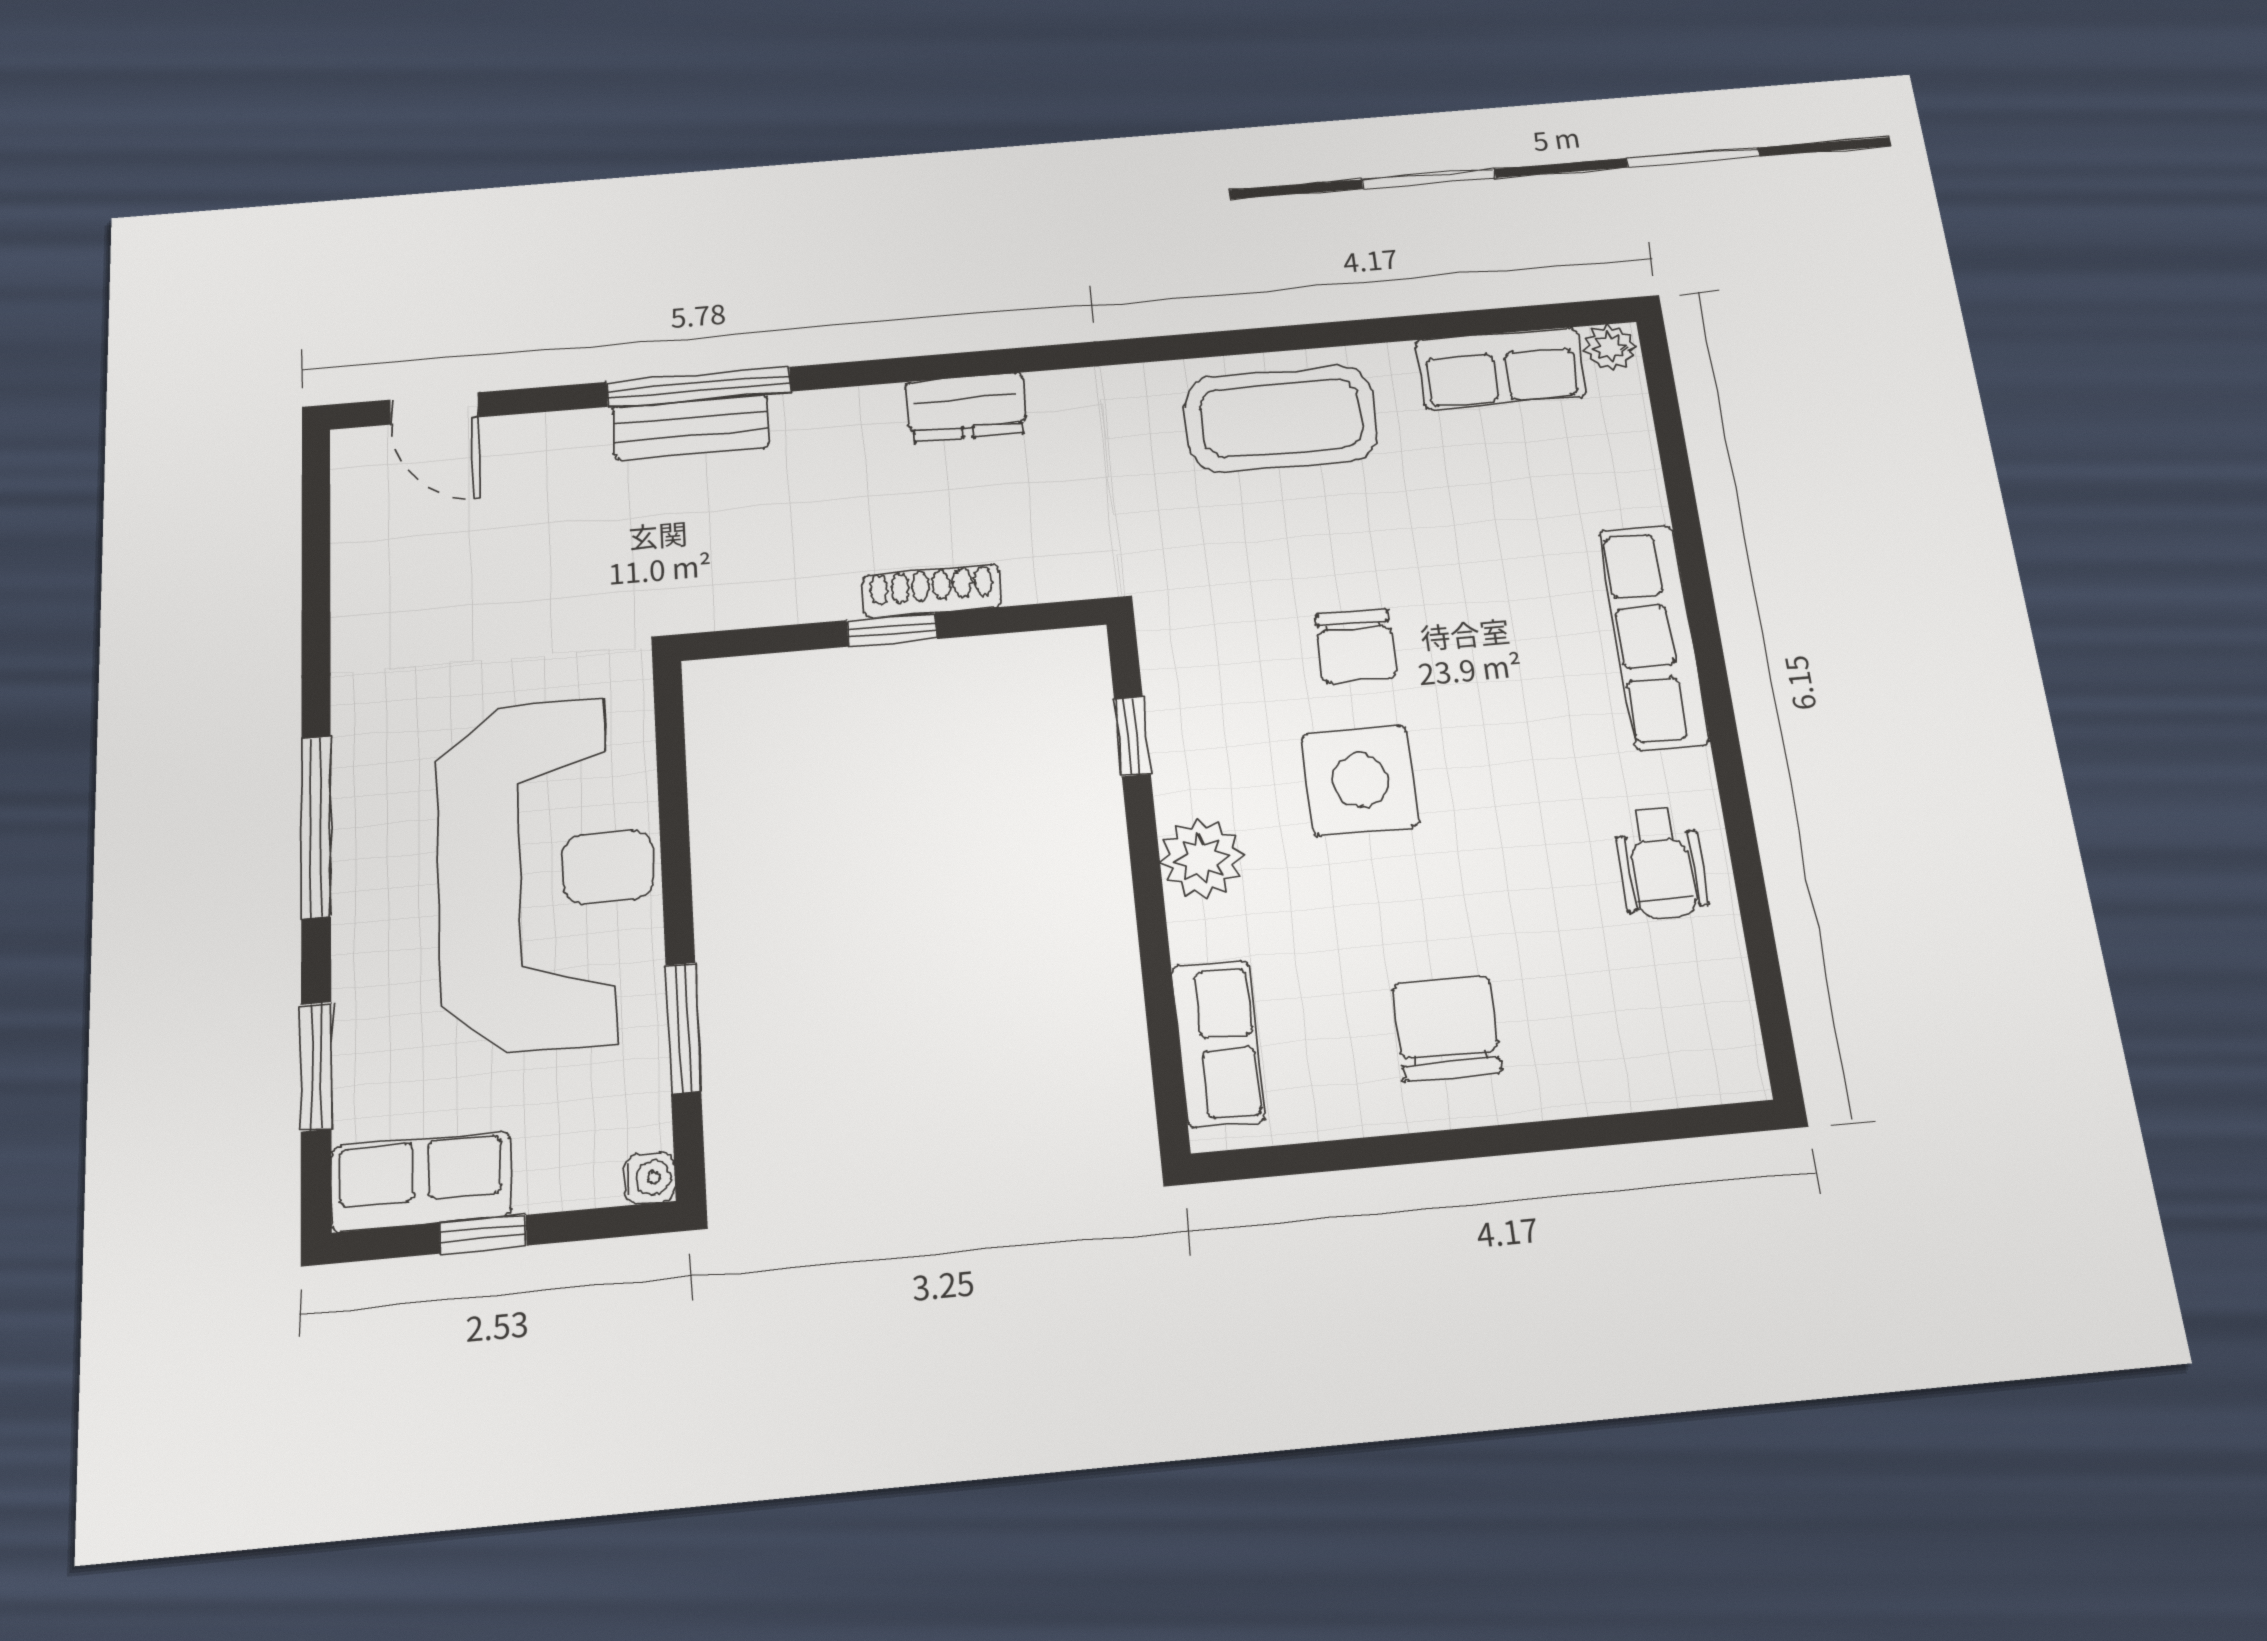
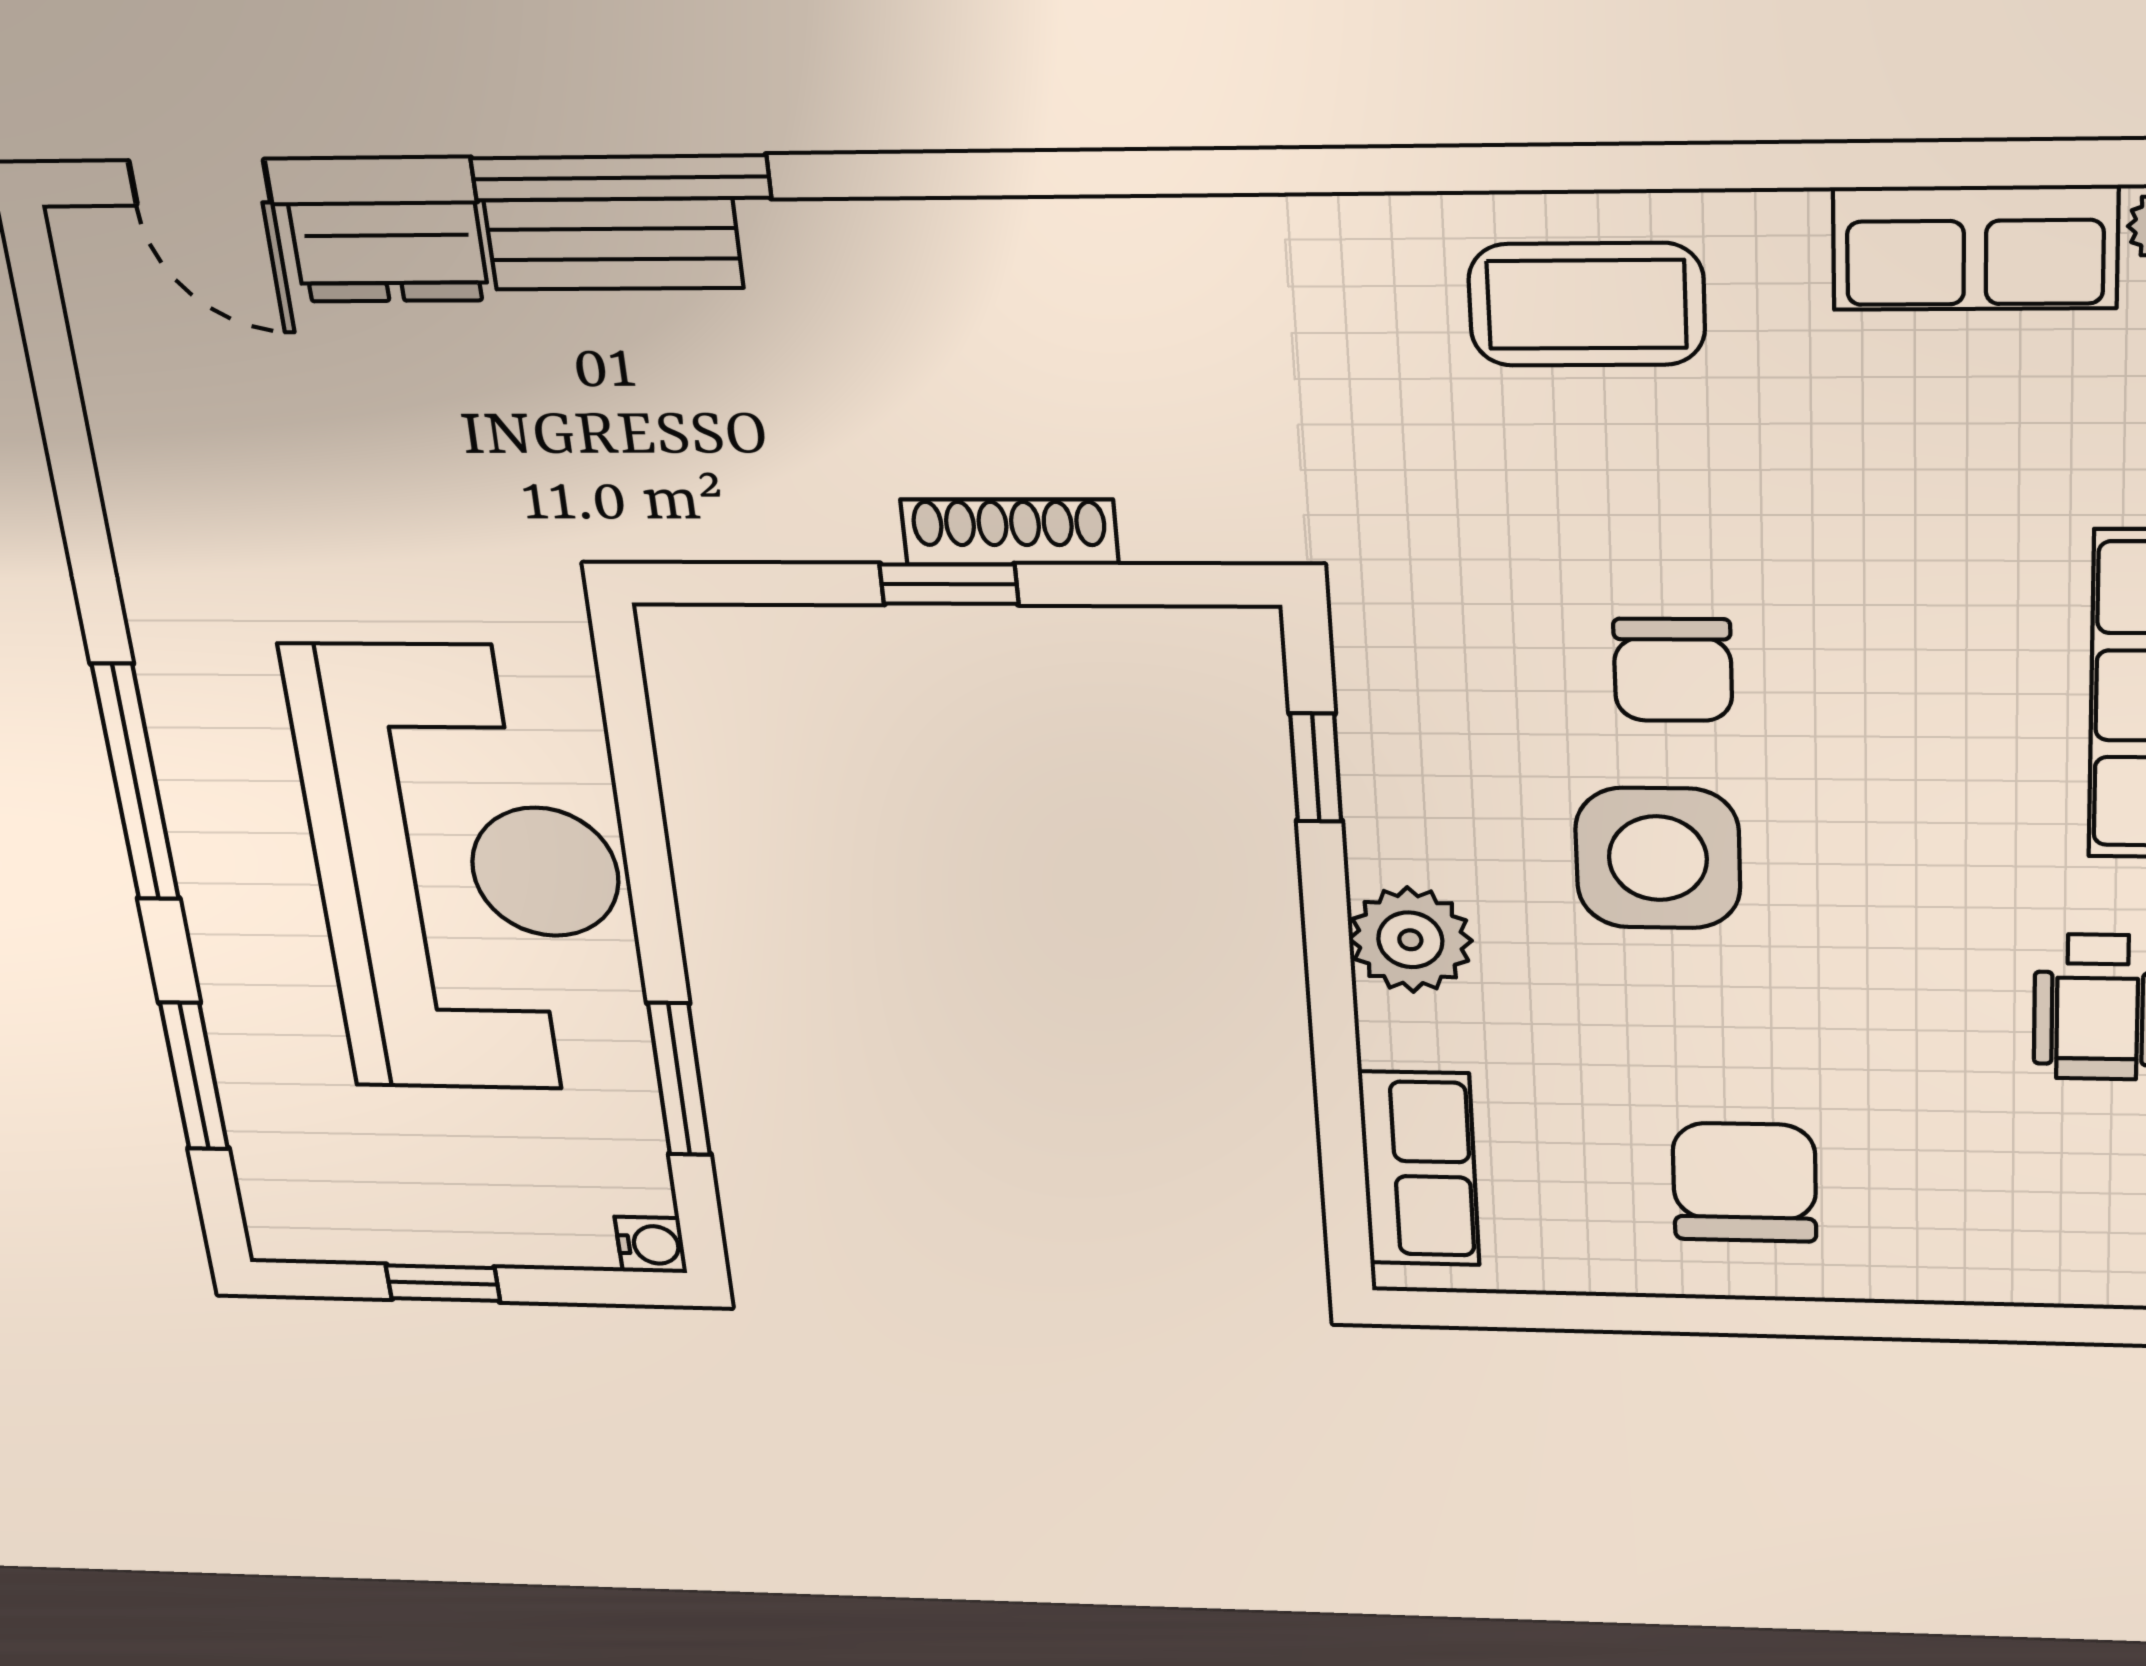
dresser: (966, 407) -> (389, 251), moved
coffee table: (1281, 418) -> (1587, 304), width x0.73, depth x0.76
row of seats: (421, 1181) -> (354, 1218), removed

